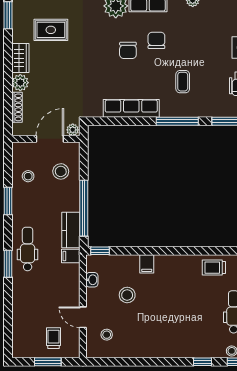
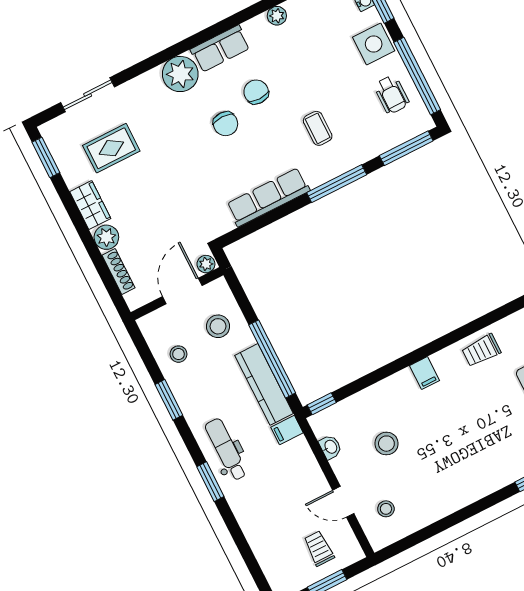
kitchen counter: (71, 230) -> (264, 384), width x1.50
filing cabinet: (147, 264) -> (425, 373), moved

